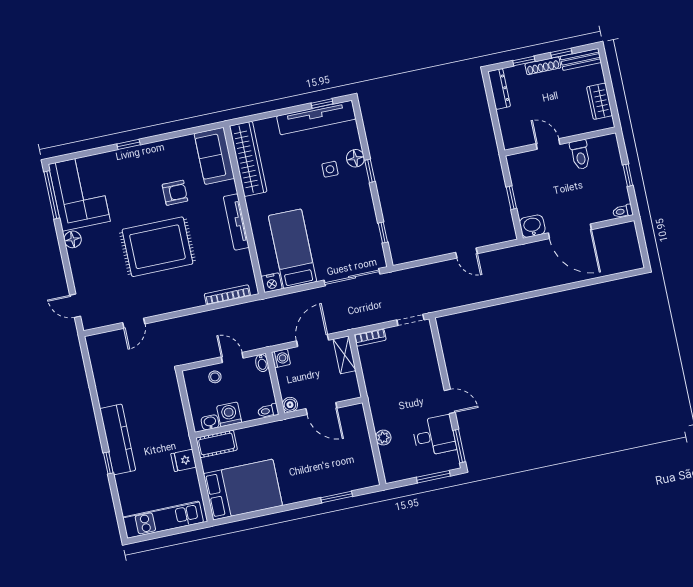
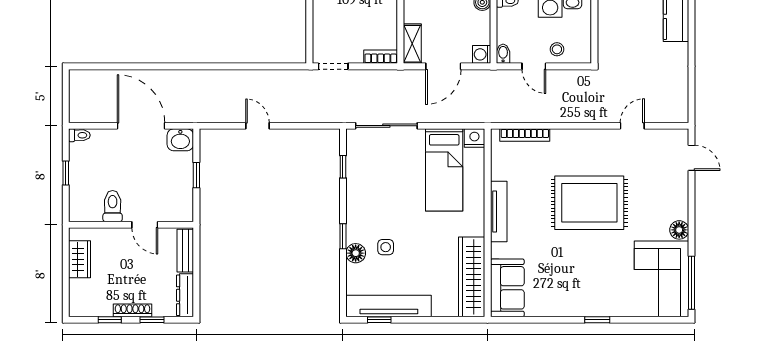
bench: (581, 59) -> (185, 251), moved, turned 90
armchair: (175, 193) -> (558, 257), removed

